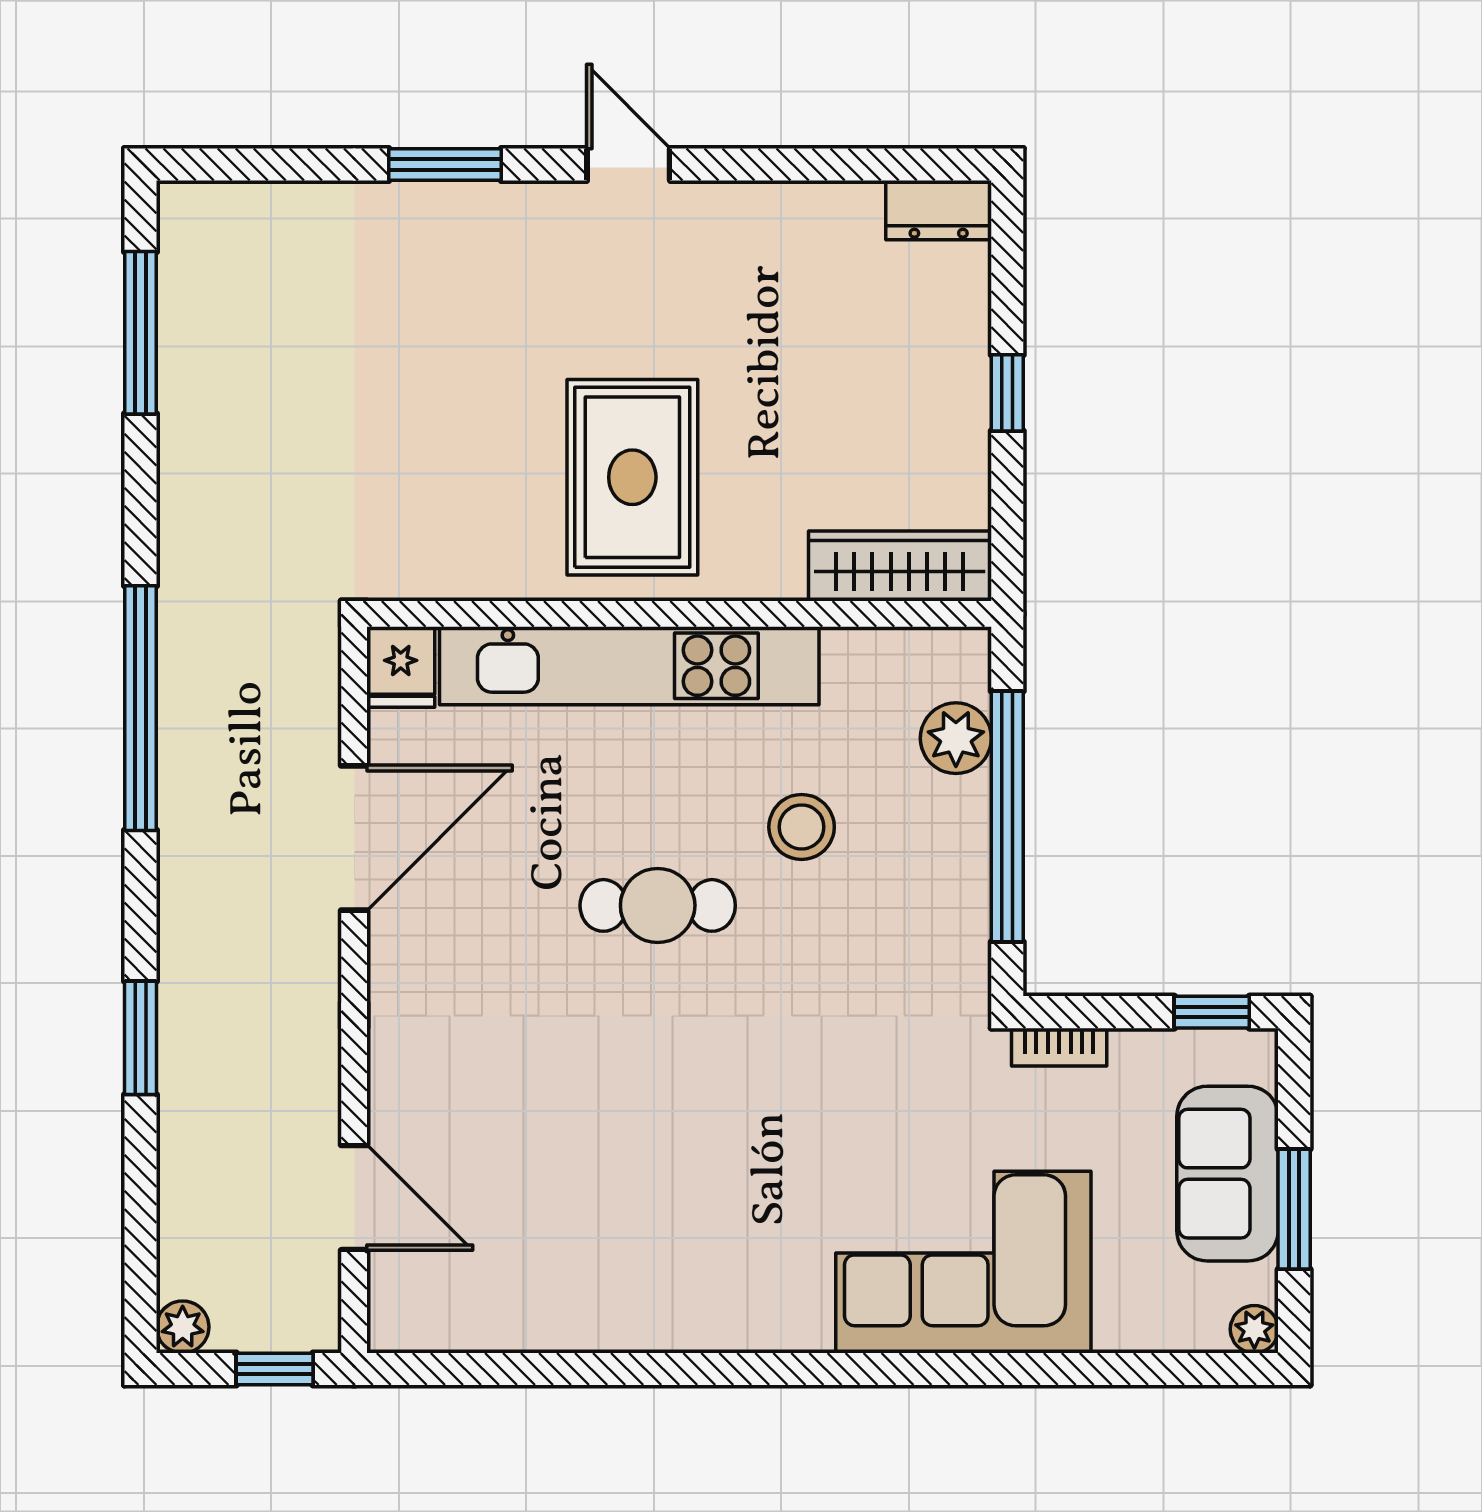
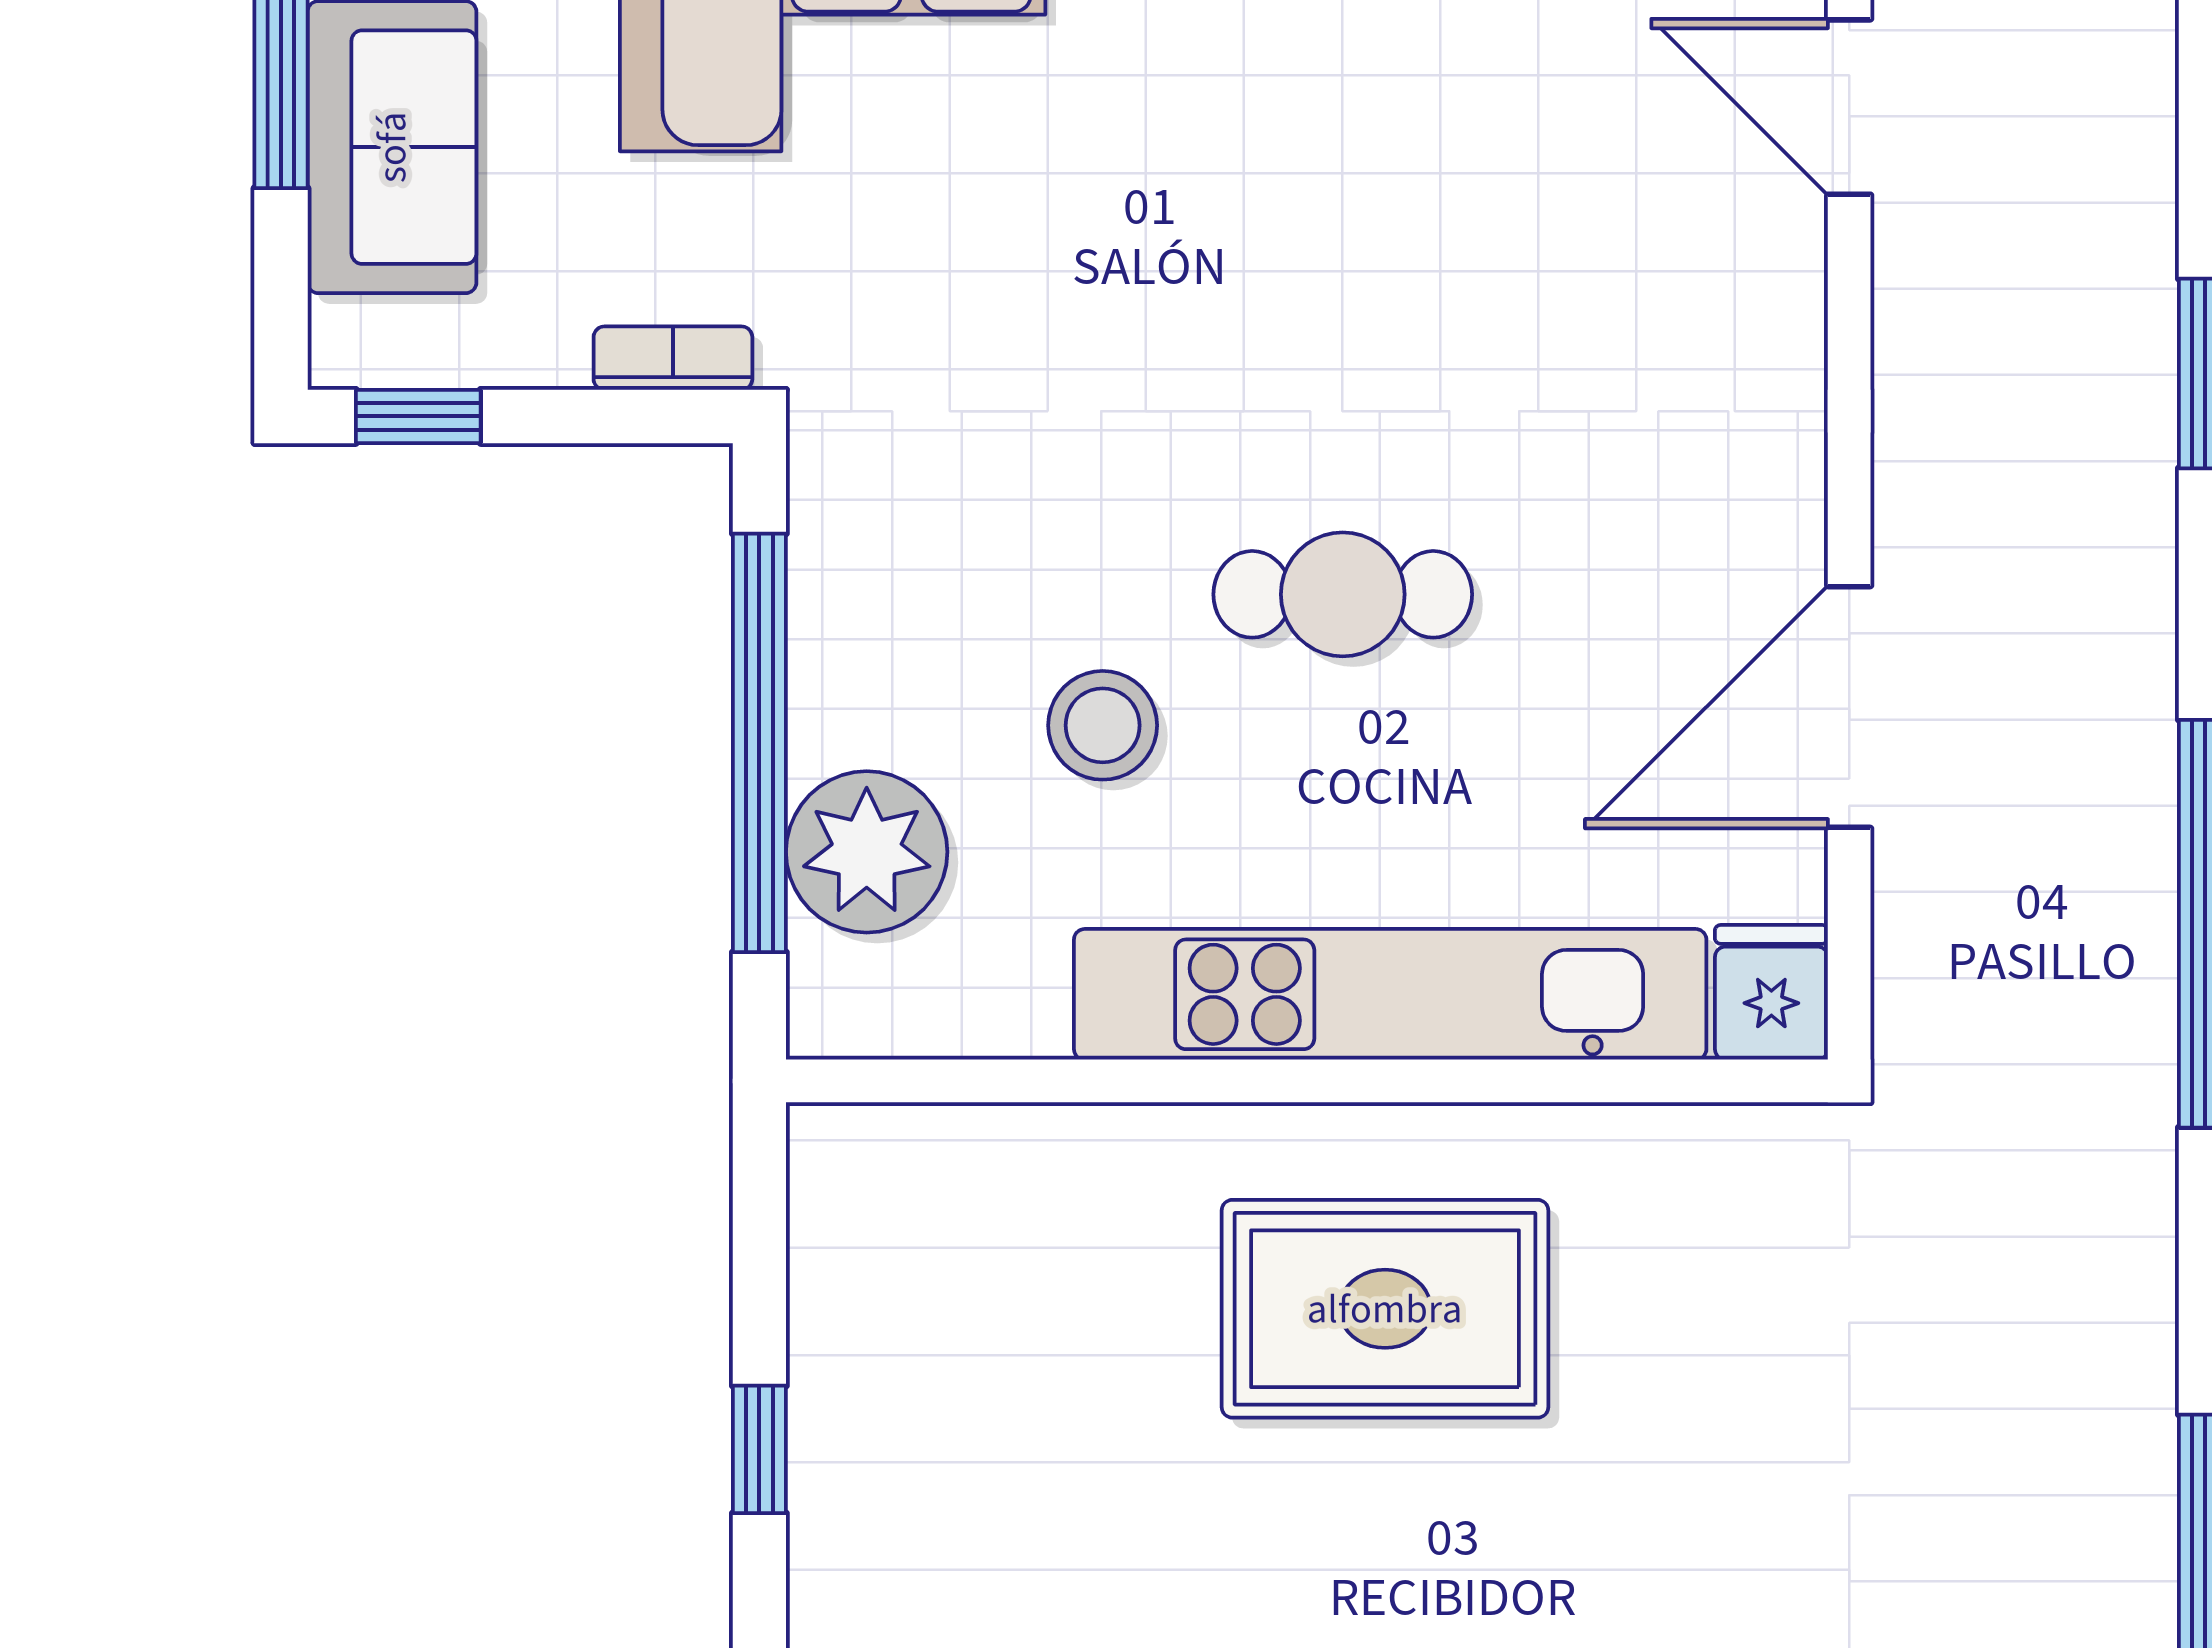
rug: (632, 477) -> (1385, 1309), turned 90
wardrobe: (900, 566) -> (939, 1161), removed
plant: (956, 738) -> (867, 852), width x1.36, depth x1.36

